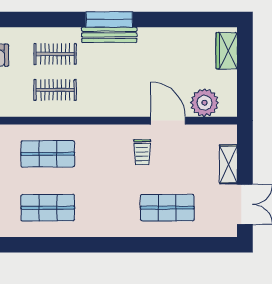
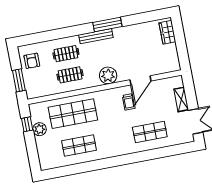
window: (109, 19) -> (107, 24), moved
plant: (205, 103) -> (108, 75), moved
door: (168, 121) -> (140, 80), swing flipped
shop shelf: (48, 154) -> (73, 114), width x1.43, depth x1.36

